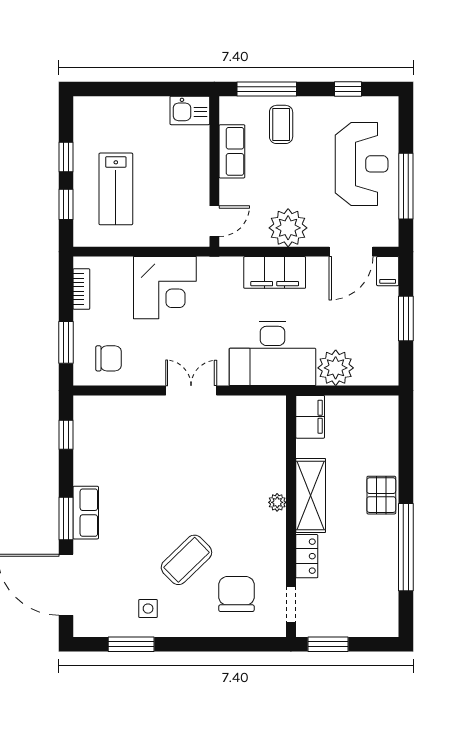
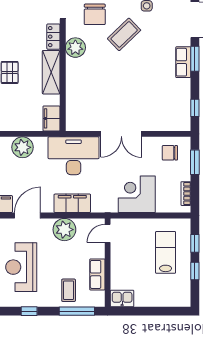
plant: (336, 368) -> (22, 147), moved
double door: (191, 391) -> (121, 134), width x1.37
plant: (277, 502) -> (75, 48), moved, width x1.88, depth x1.88

